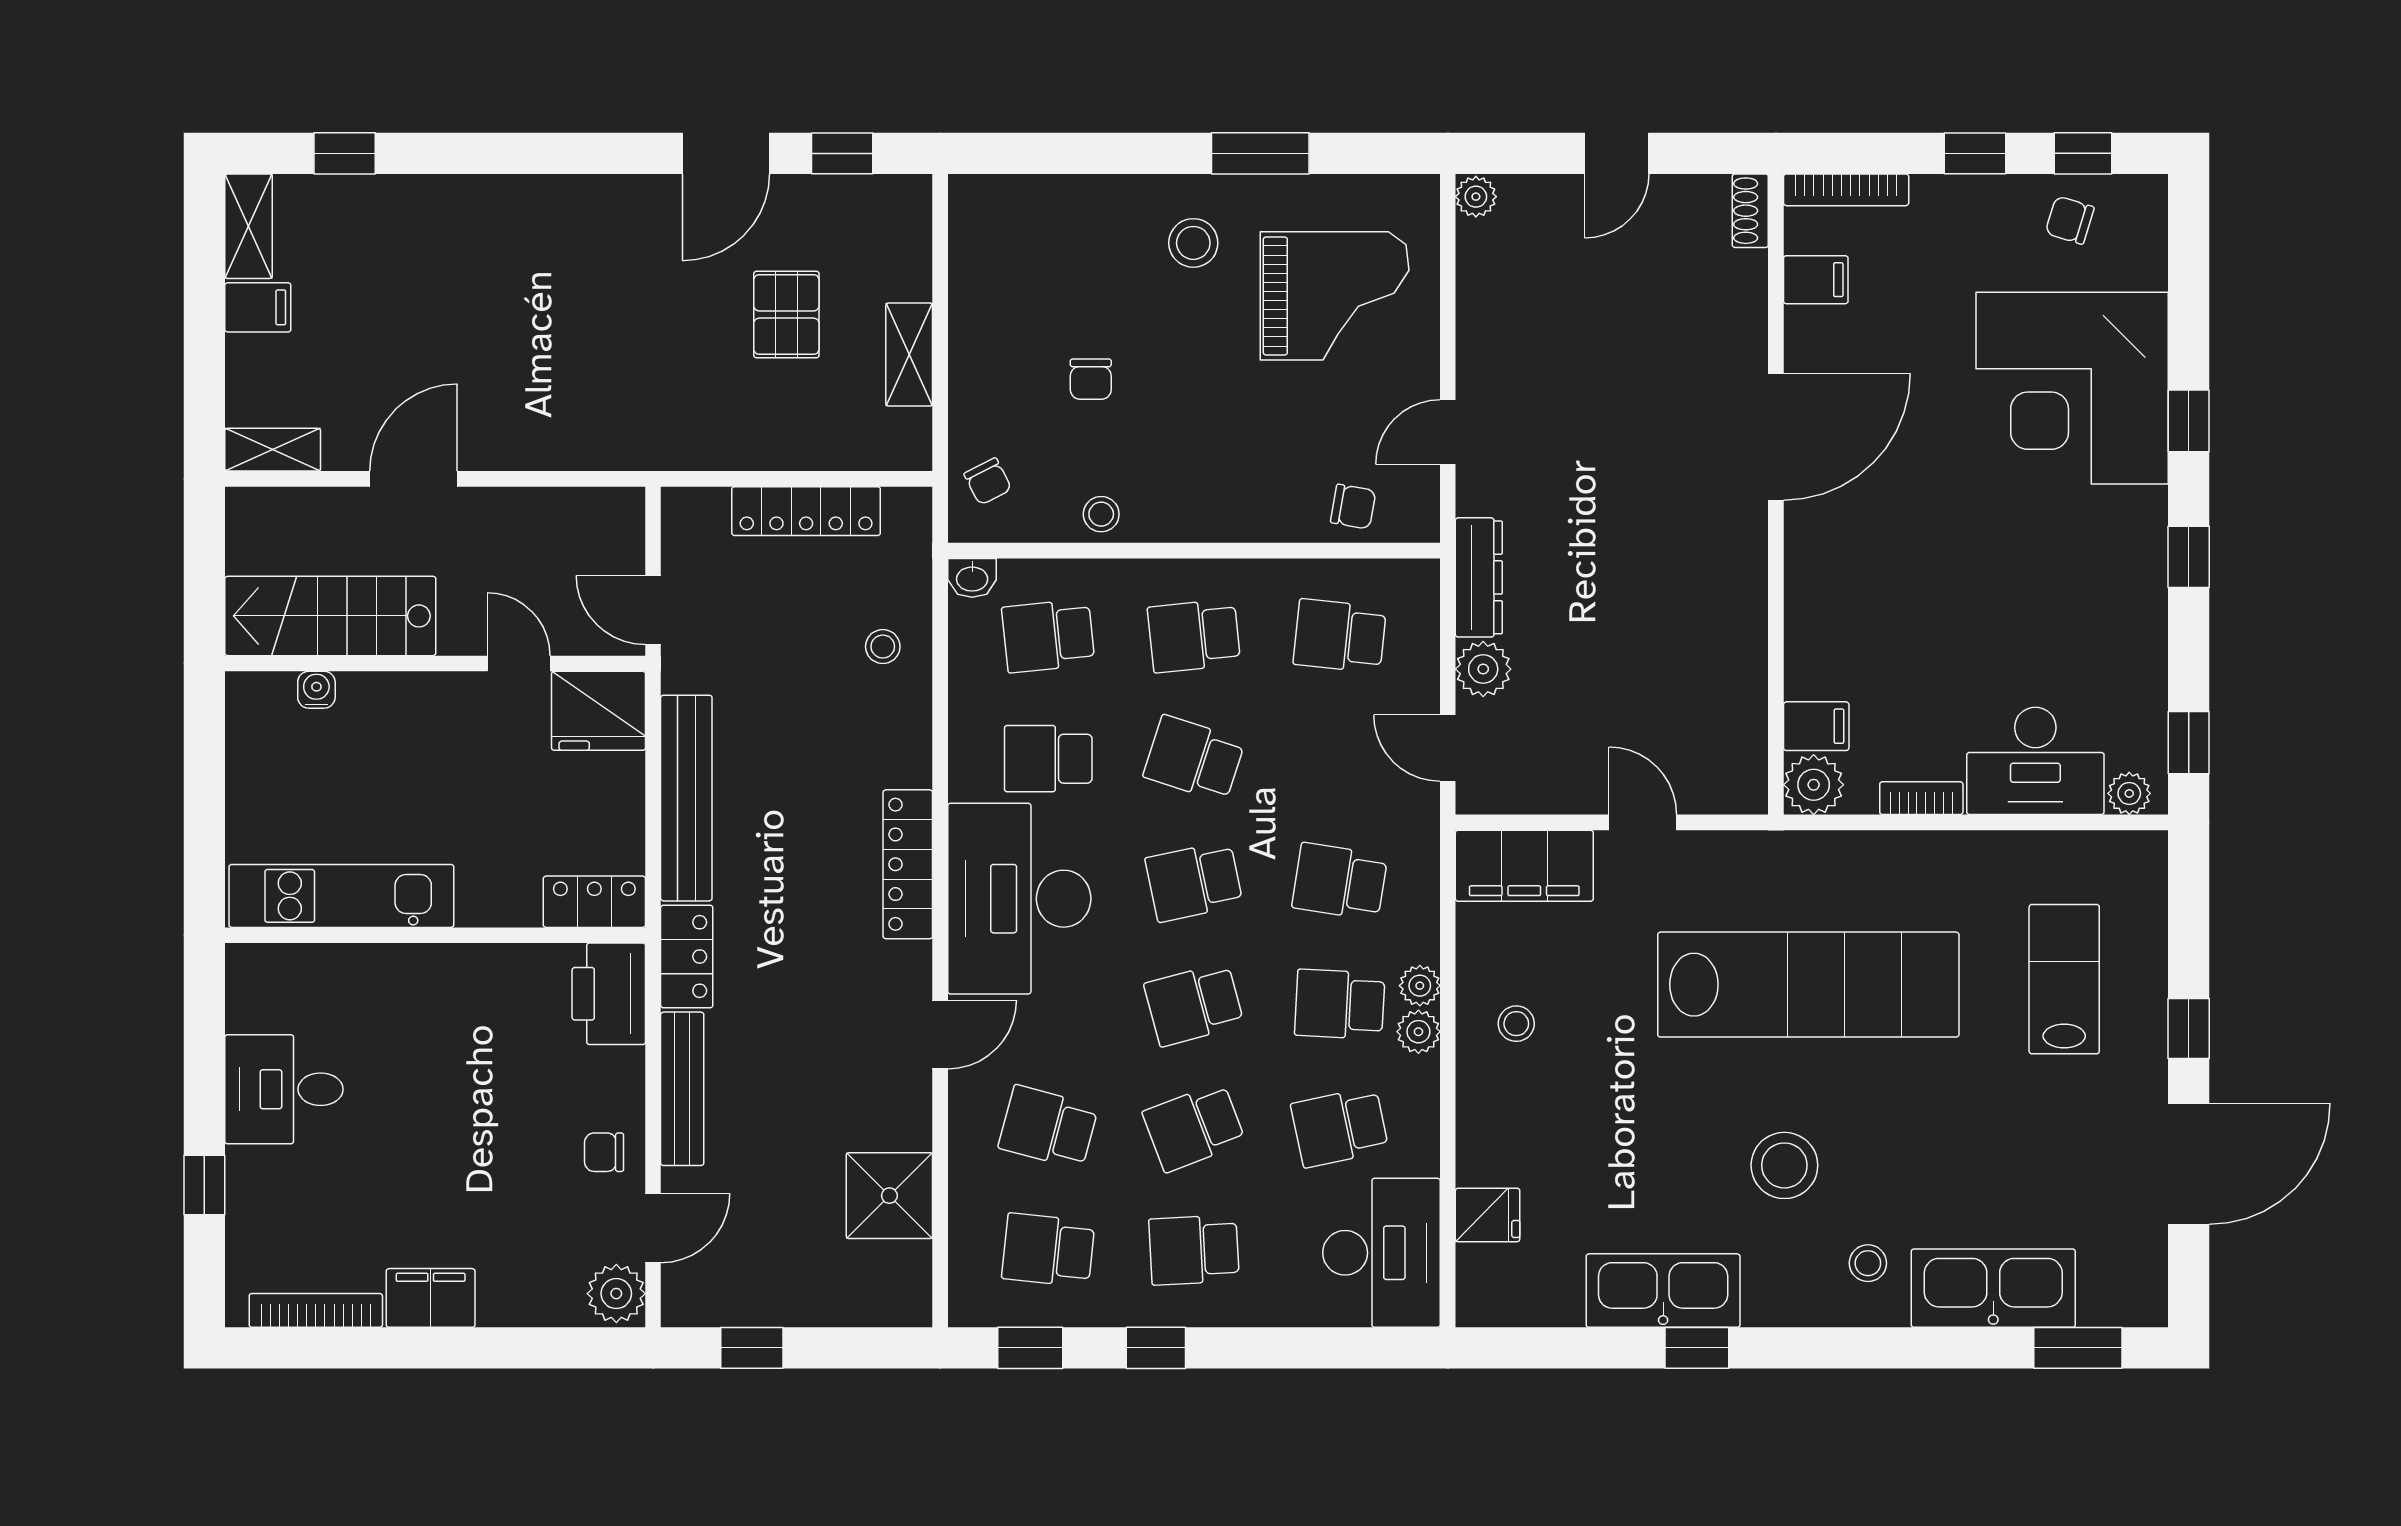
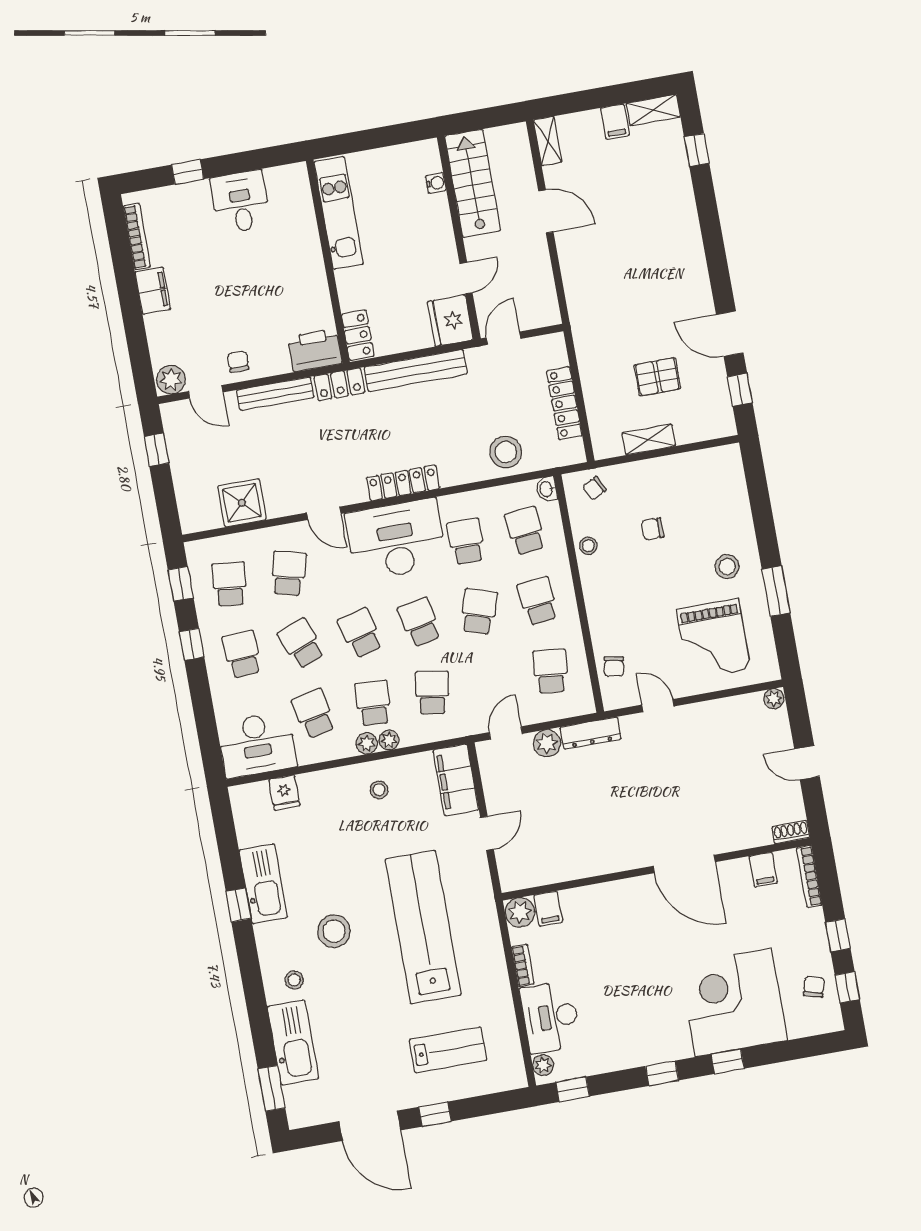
stool: (883, 647) -> (506, 452), width x1.89, depth x1.89
lab bench: (1808, 985) -> (423, 927), turned 180

